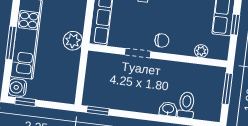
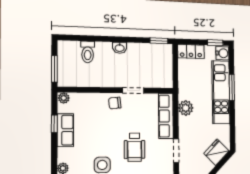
plant: (73, 41) -> (186, 108), moved
plant: (201, 51) -> (64, 98), moved
locker: (59, 94) -> (191, 51), added
washbasin: (168, 109) -> (120, 48), moved

